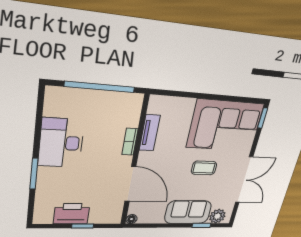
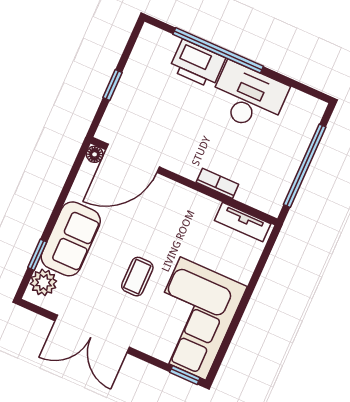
tv unit: (150, 133) -> (243, 222), moved
window: (34, 174) -> (218, 50), width x2.11
door: (130, 184) -> (133, 158), moved
printer: (72, 214) -> (197, 64), moved, turned 90

